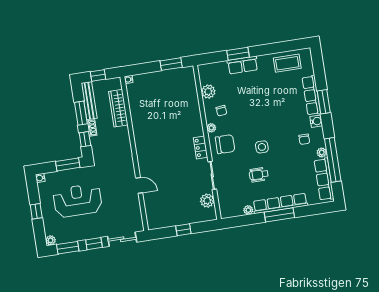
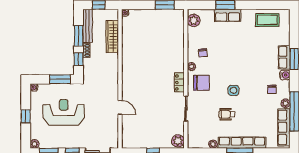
plant: (208, 92) -> (194, 20), moved
row of seats: (311, 95) -> (284, 57), width x0.68
plant: (207, 201) -> (178, 141), moved

